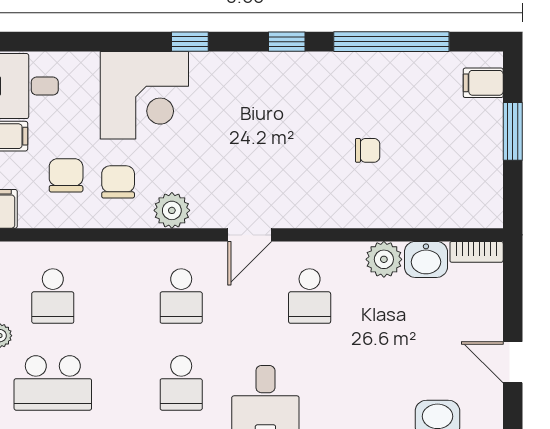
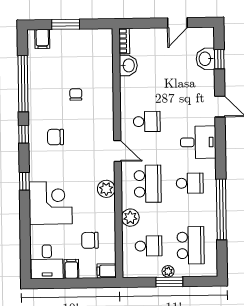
chair: (118, 182) -> (56, 137), moved
plant: (384, 259) -> (130, 218), moved
school desk: (181, 296) -> (148, 184), width x1.85

